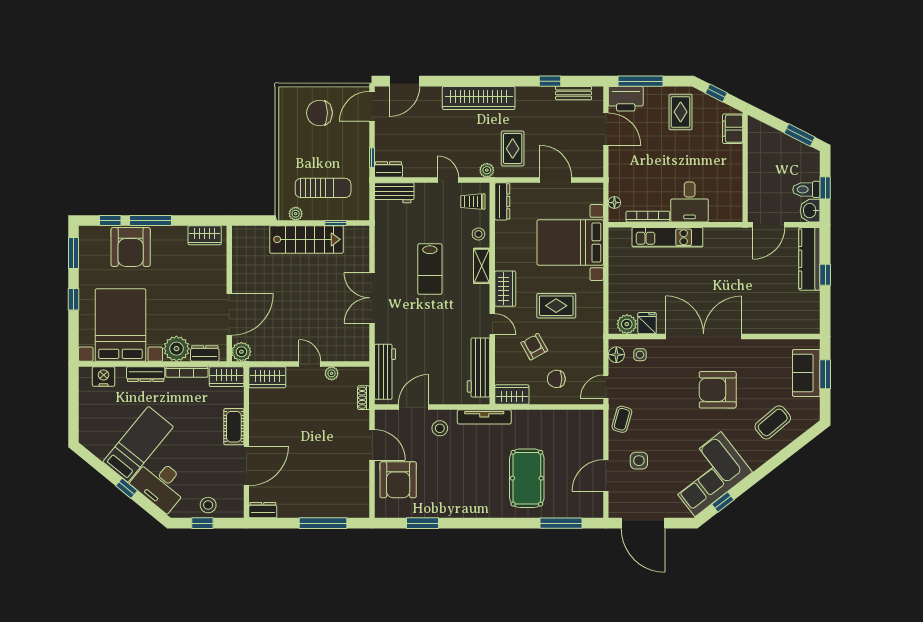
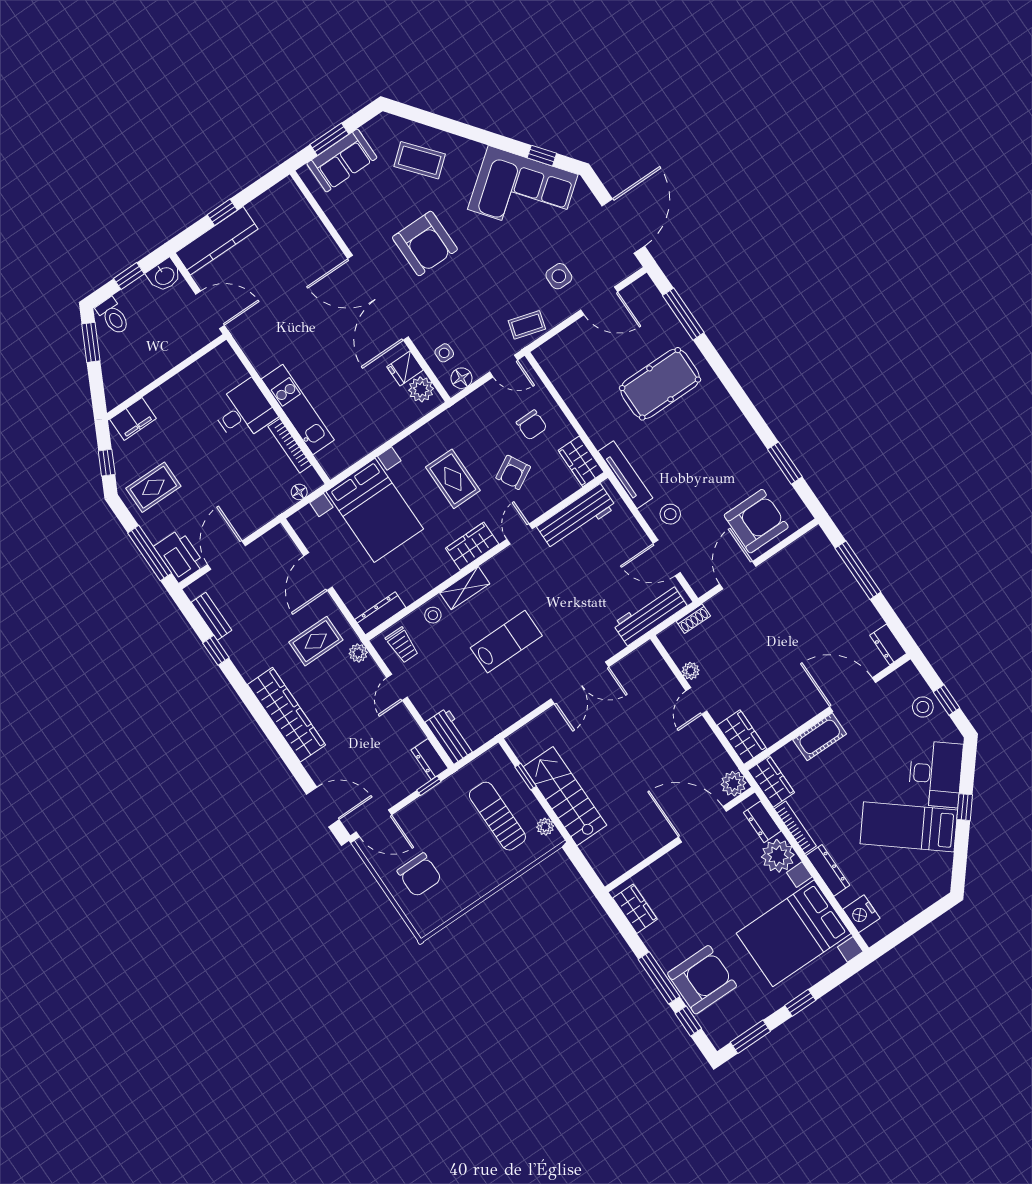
toilet: (806, 189) -> (113, 316), moved

